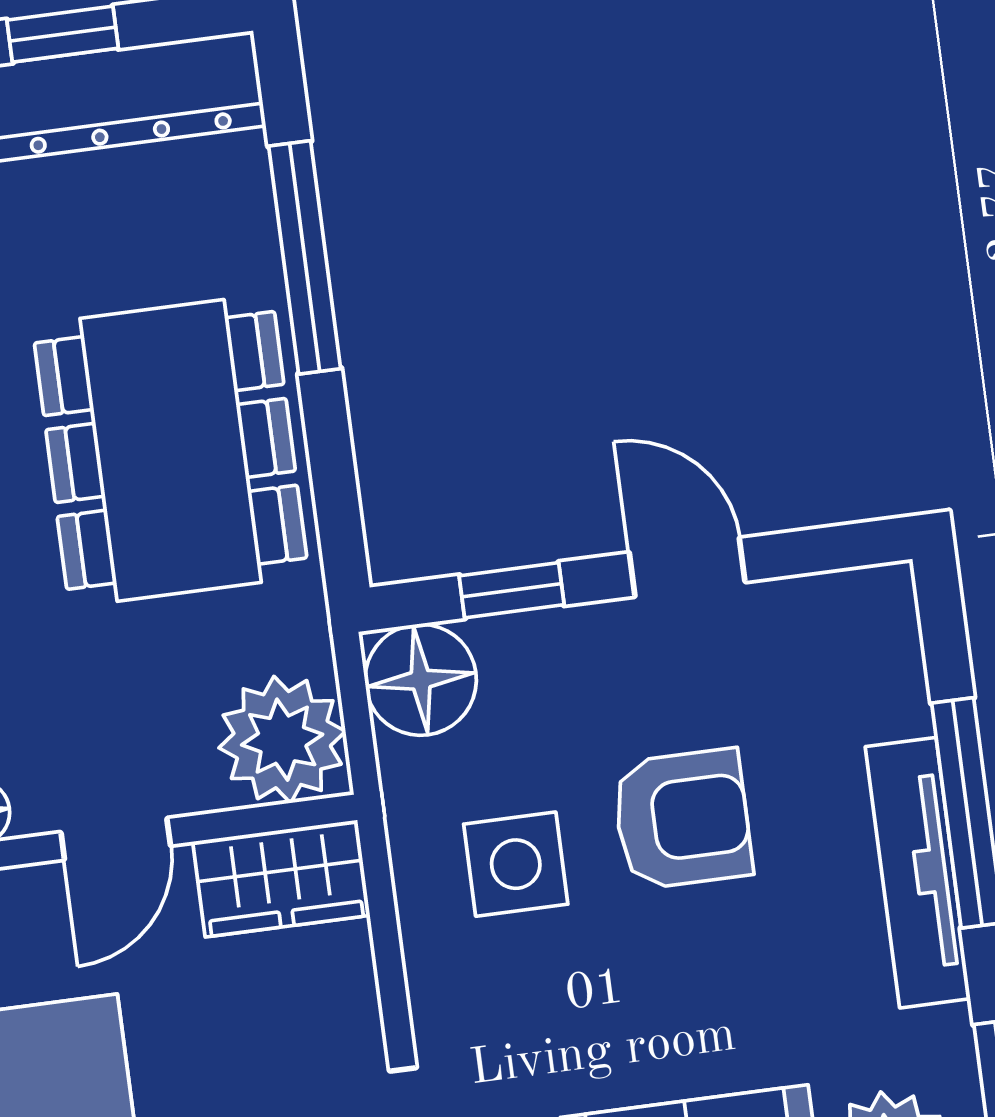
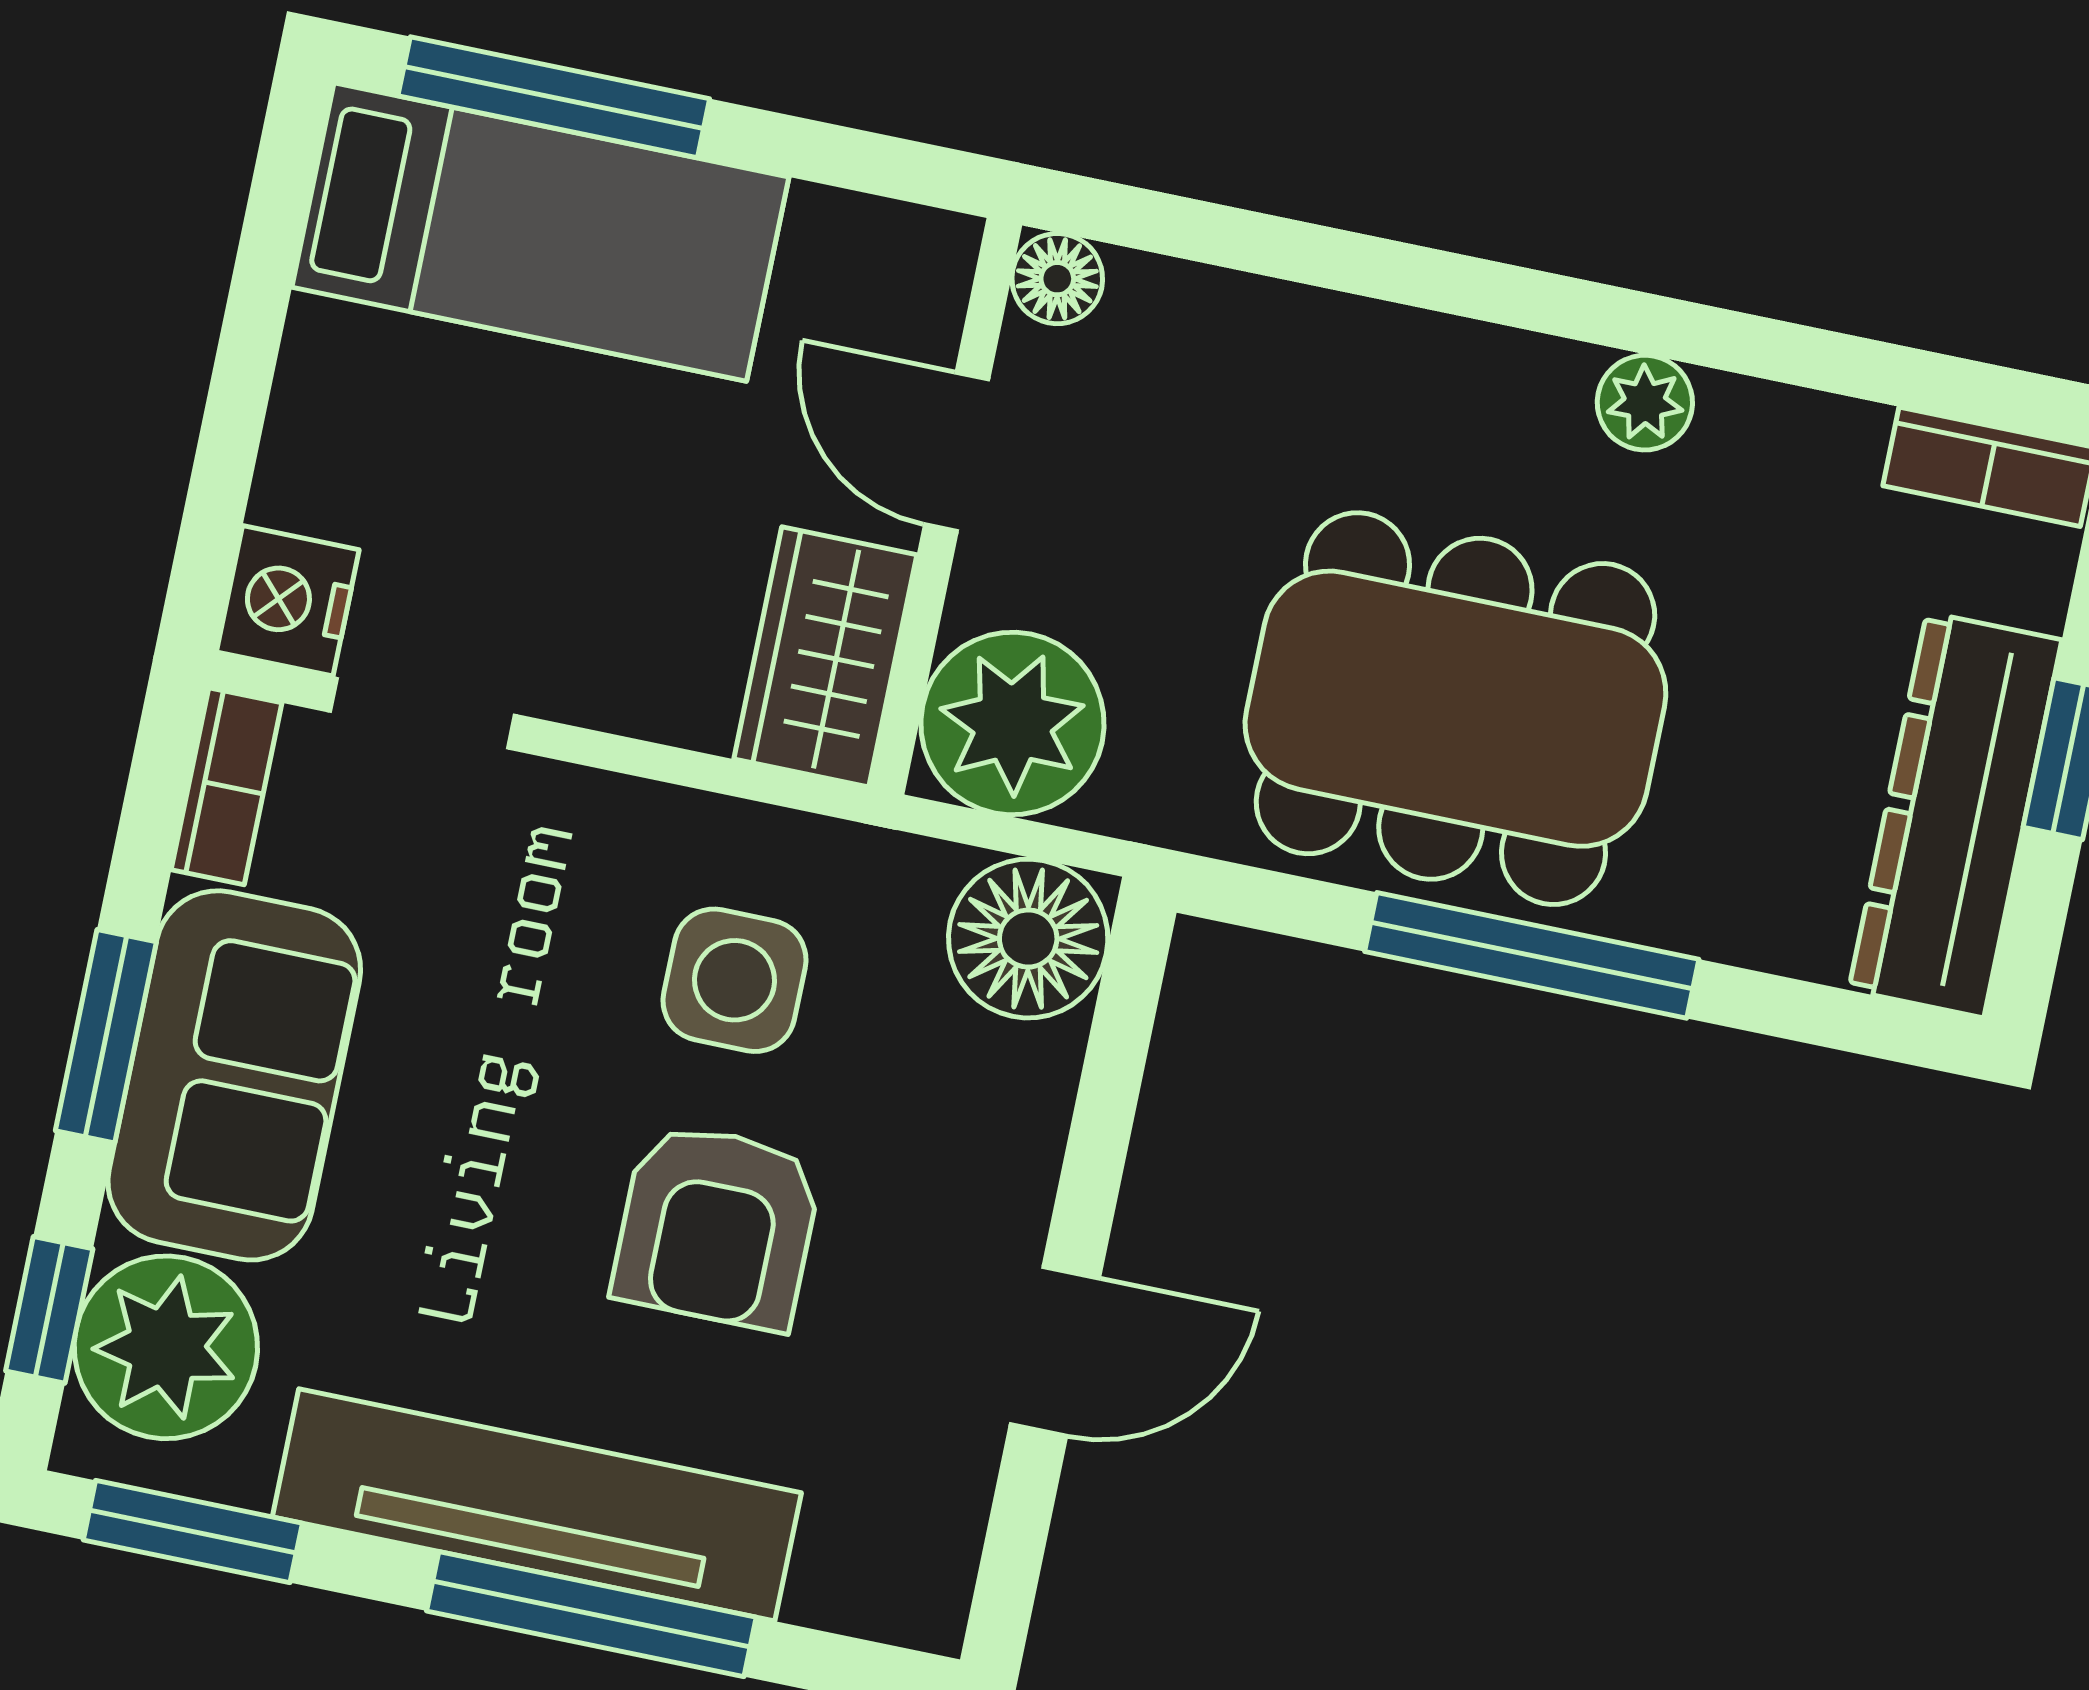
window: (305, 257) -> (1532, 955), moved
window: (512, 590) -> (1106, 1103), removed
tv unit: (918, 873) -> (537, 1505), width x1.36, depth x1.29

